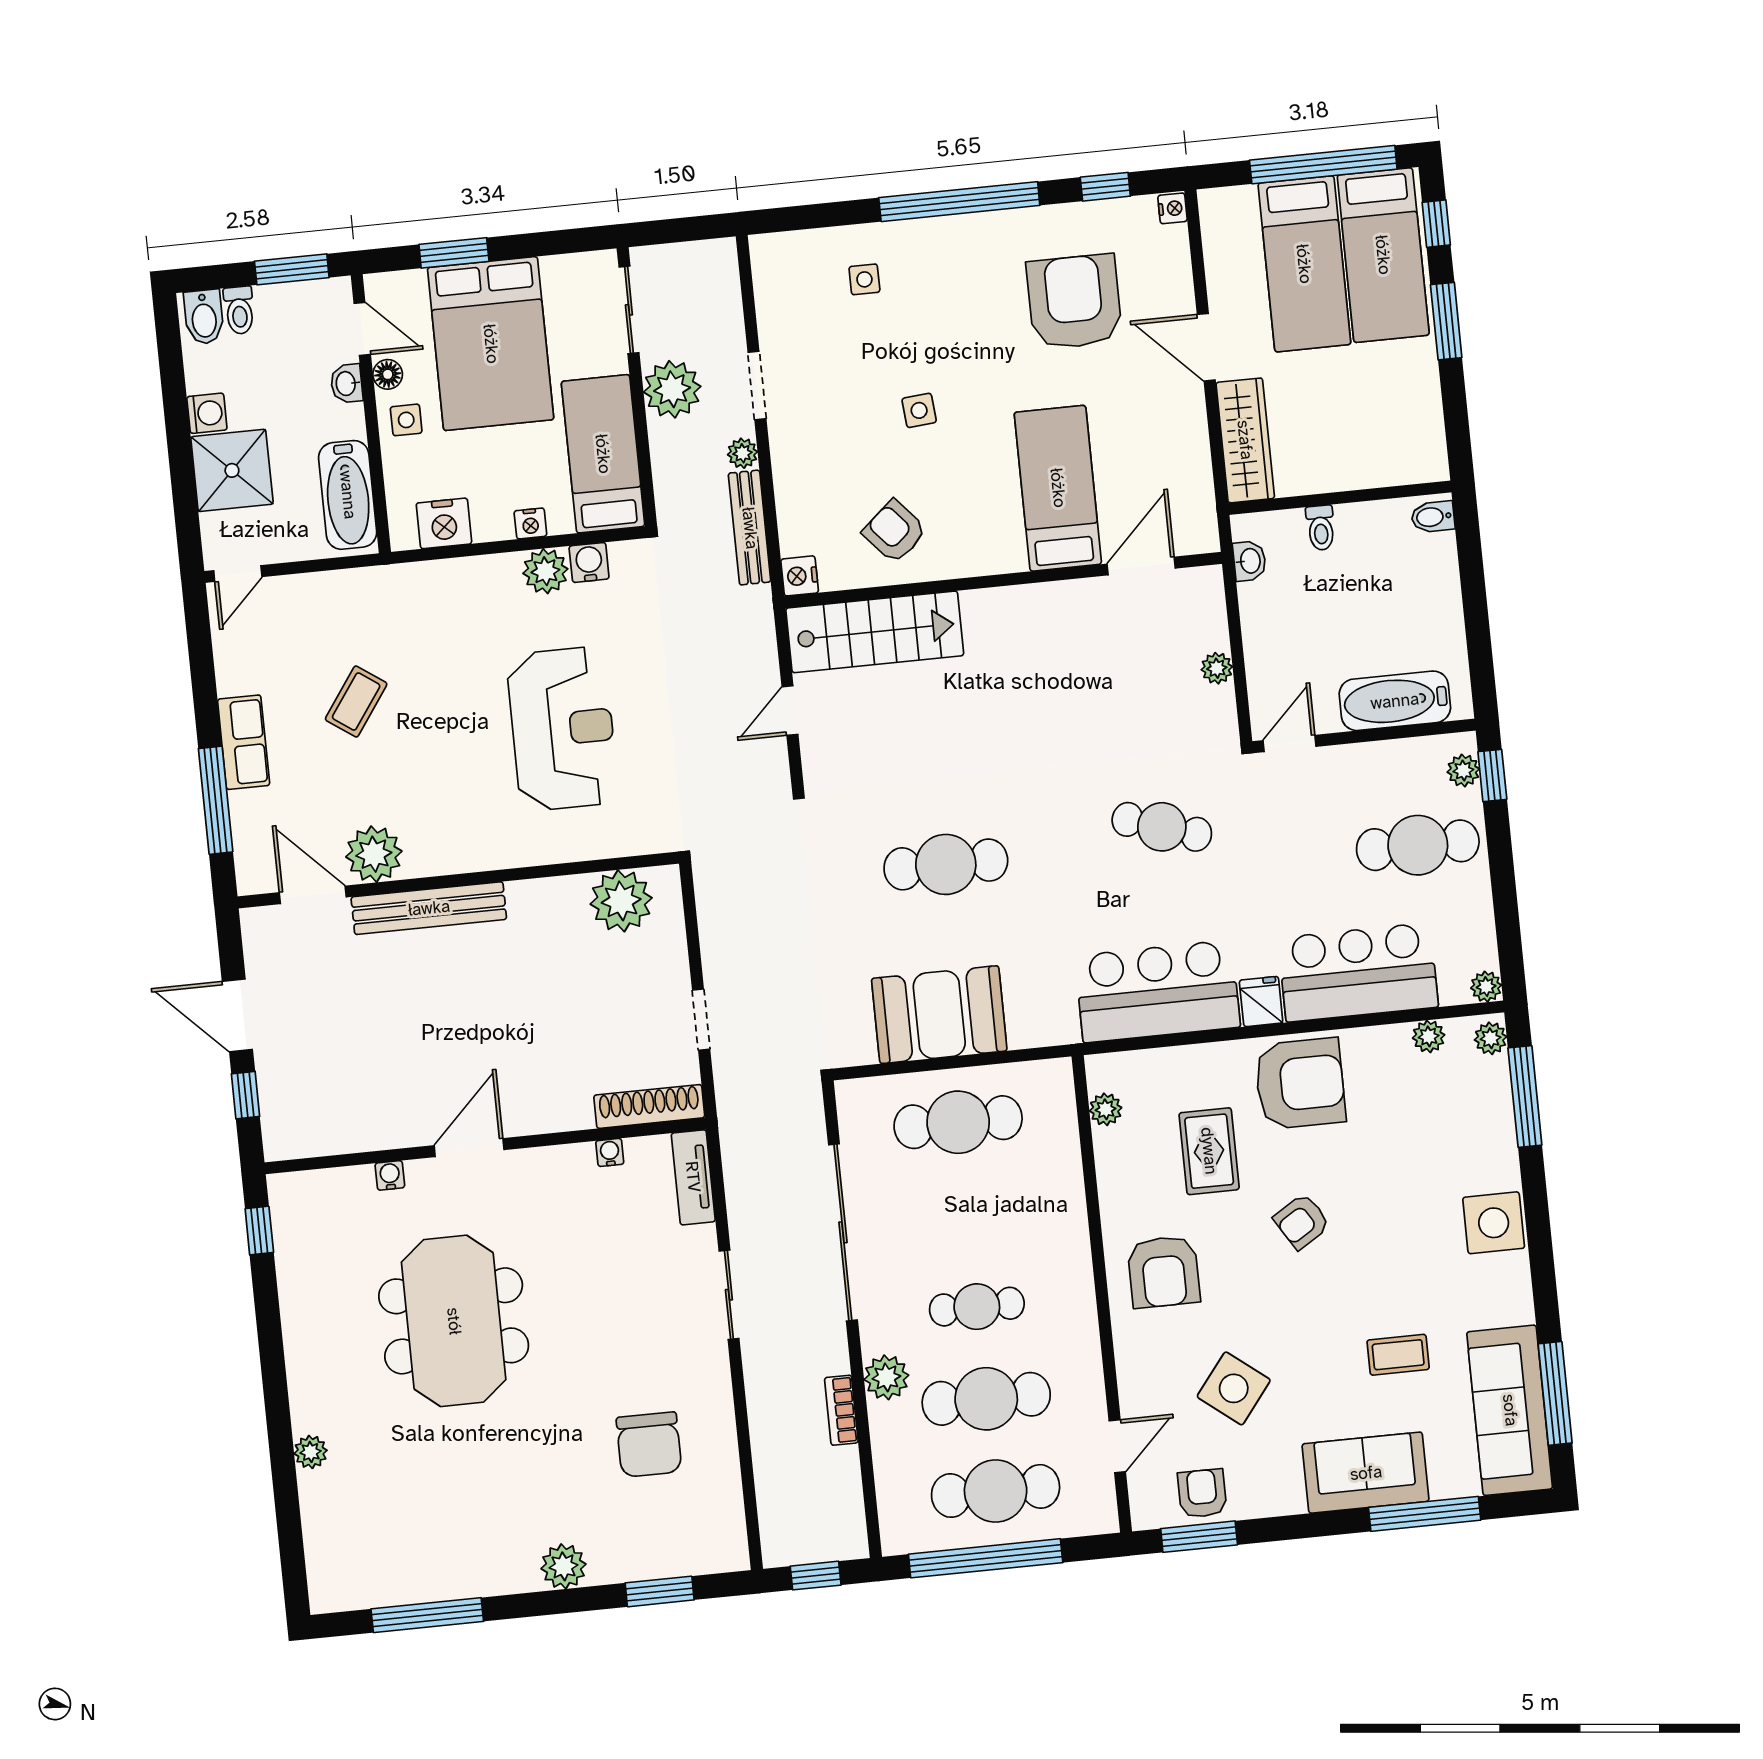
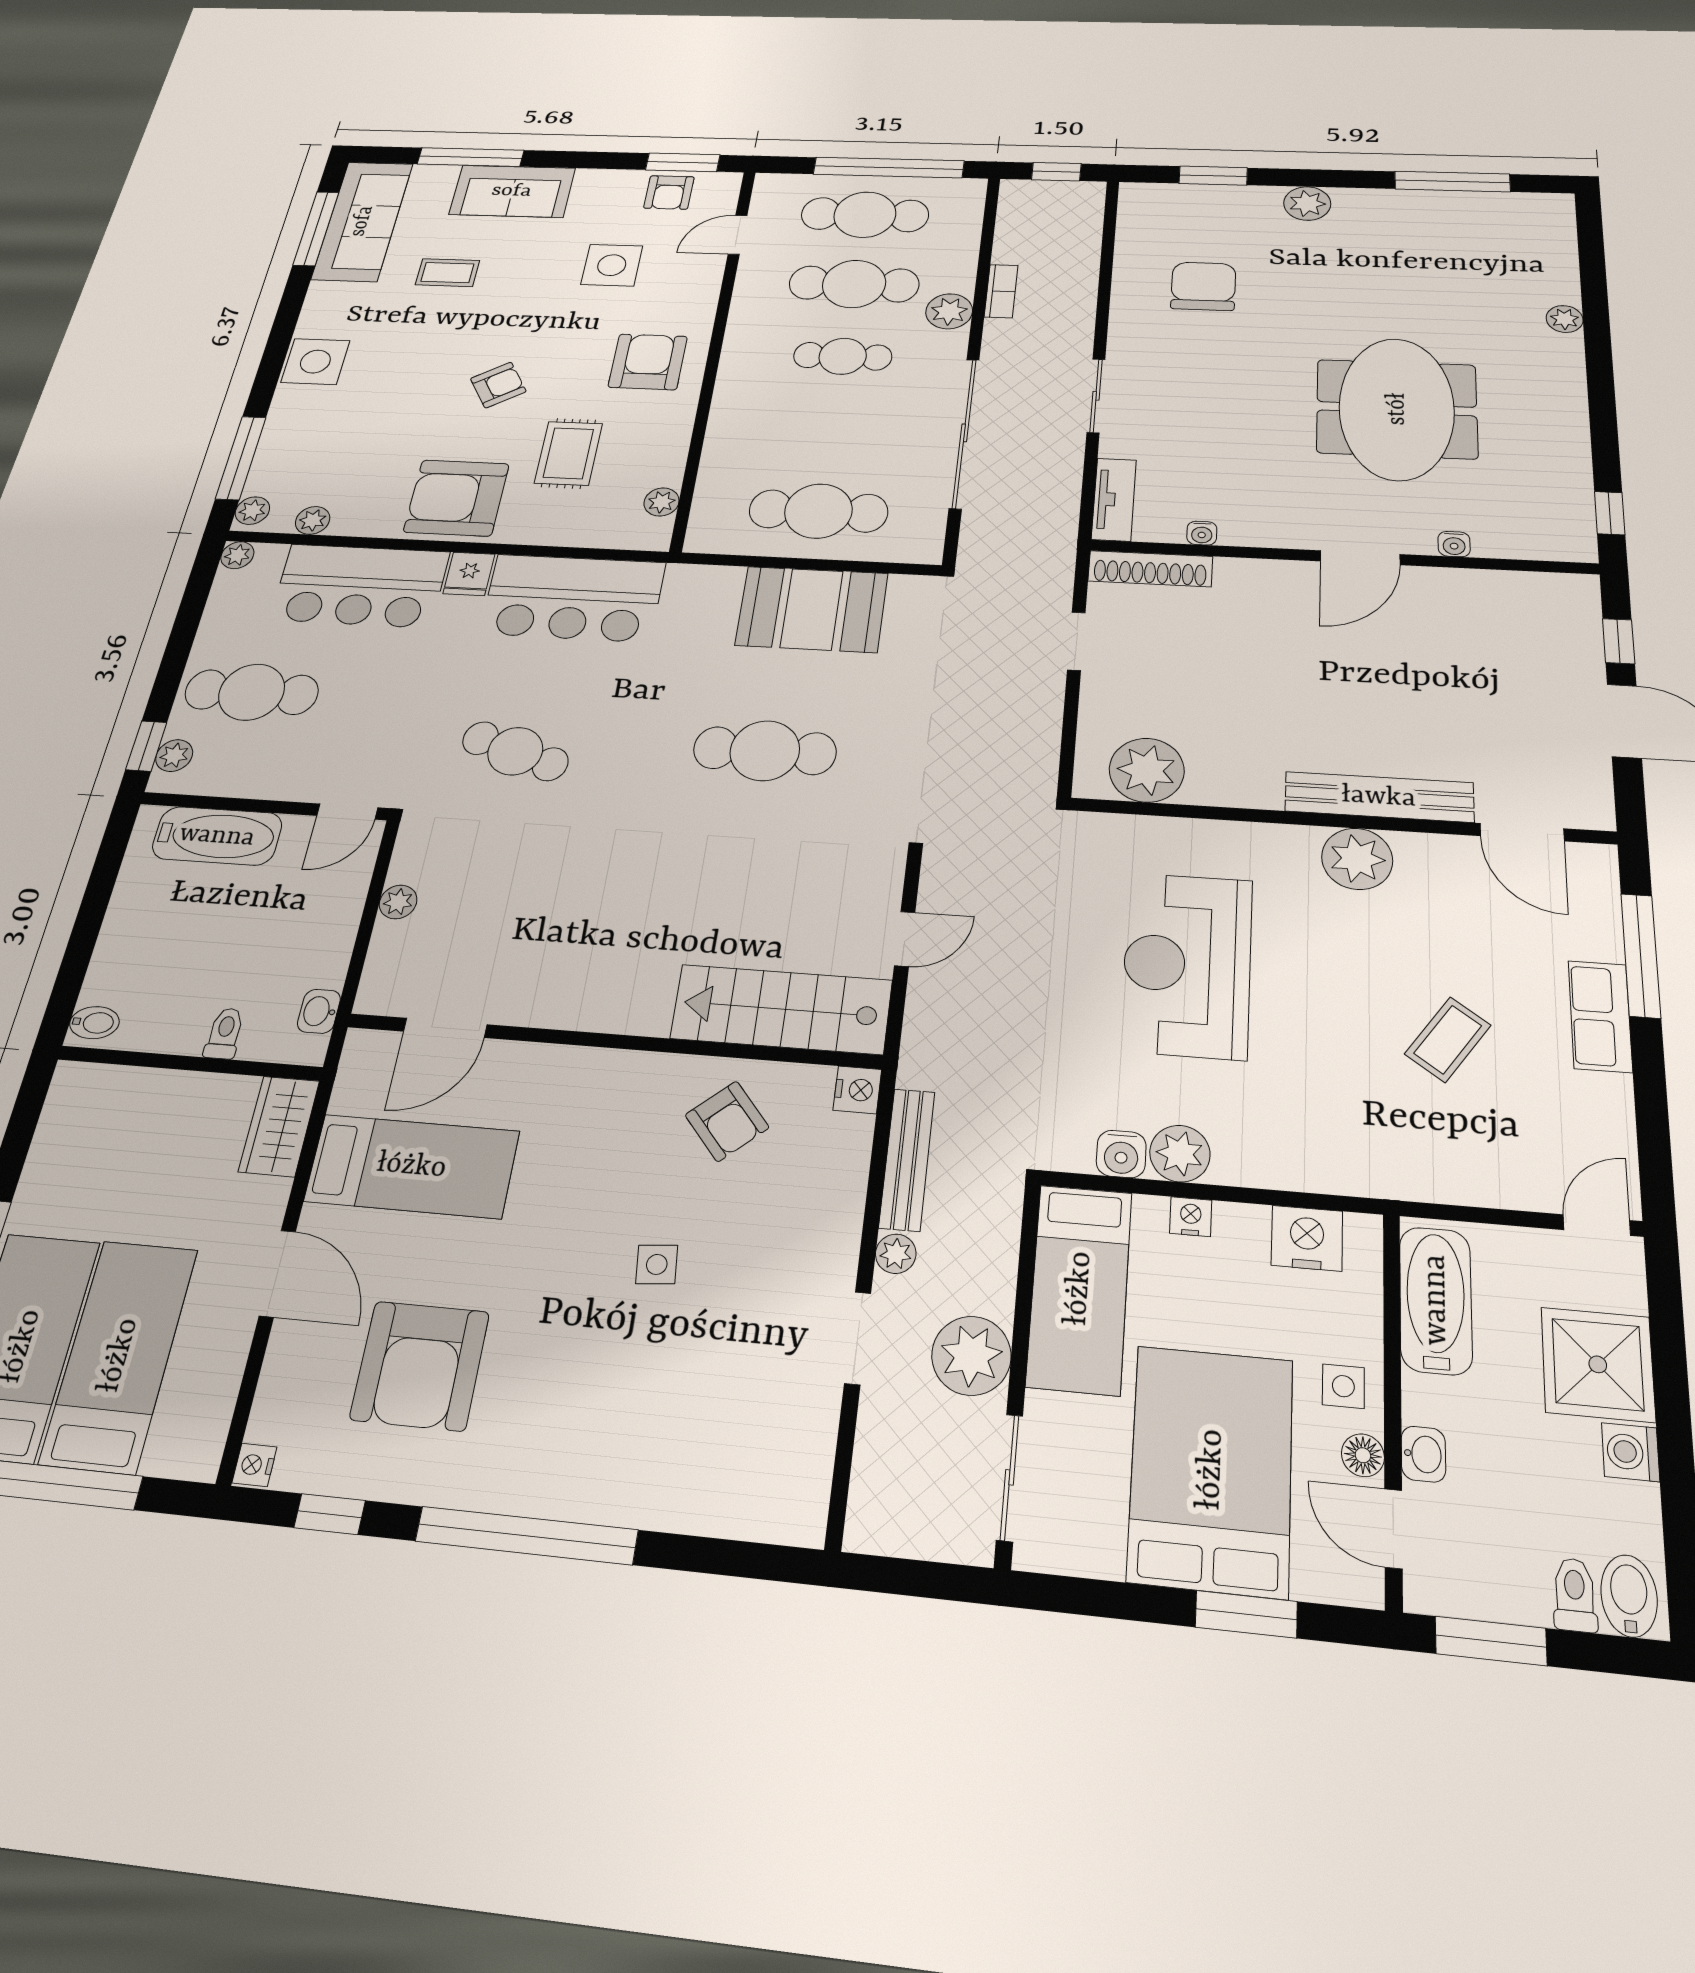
side table: (864, 279) -> (682, 1453), removed
wardrobe: (1245, 440) -> (279, 1126), width x0.67
bed: (1058, 488) -> (412, 1166), moved, turned -90
plant: (374, 854) -> (1357, 859), moved
side table: (1234, 1388) -> (612, 265), turned -38

